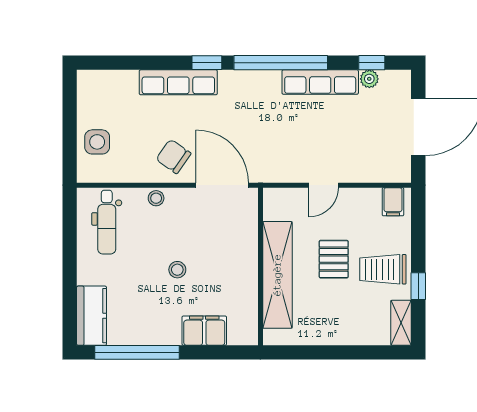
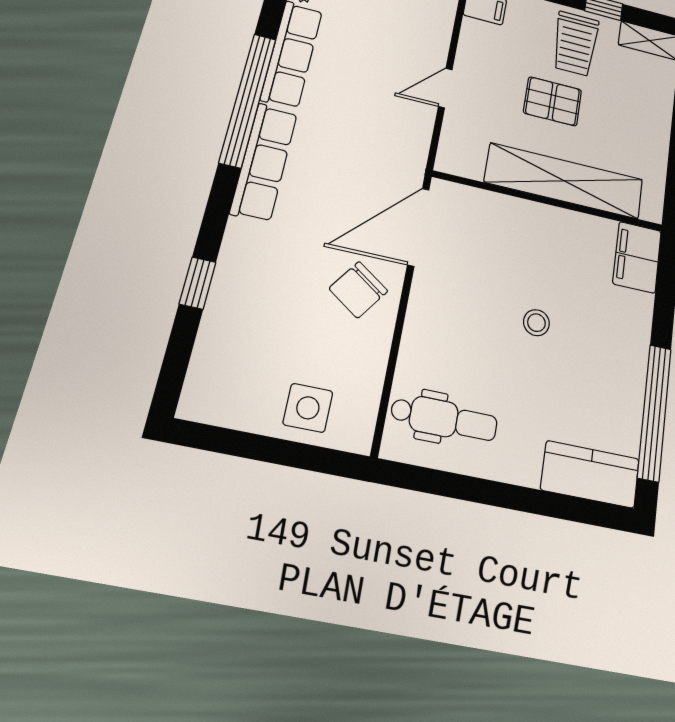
window: (207, 63) -> (198, 283), moved
row of seats: (178, 82) -> (264, 162), moved
door: (324, 185) -> (445, 88), swing flipped
stool: (156, 198) -> (420, 331), removed
filing cabinet: (204, 331) -> (637, 257), moved

